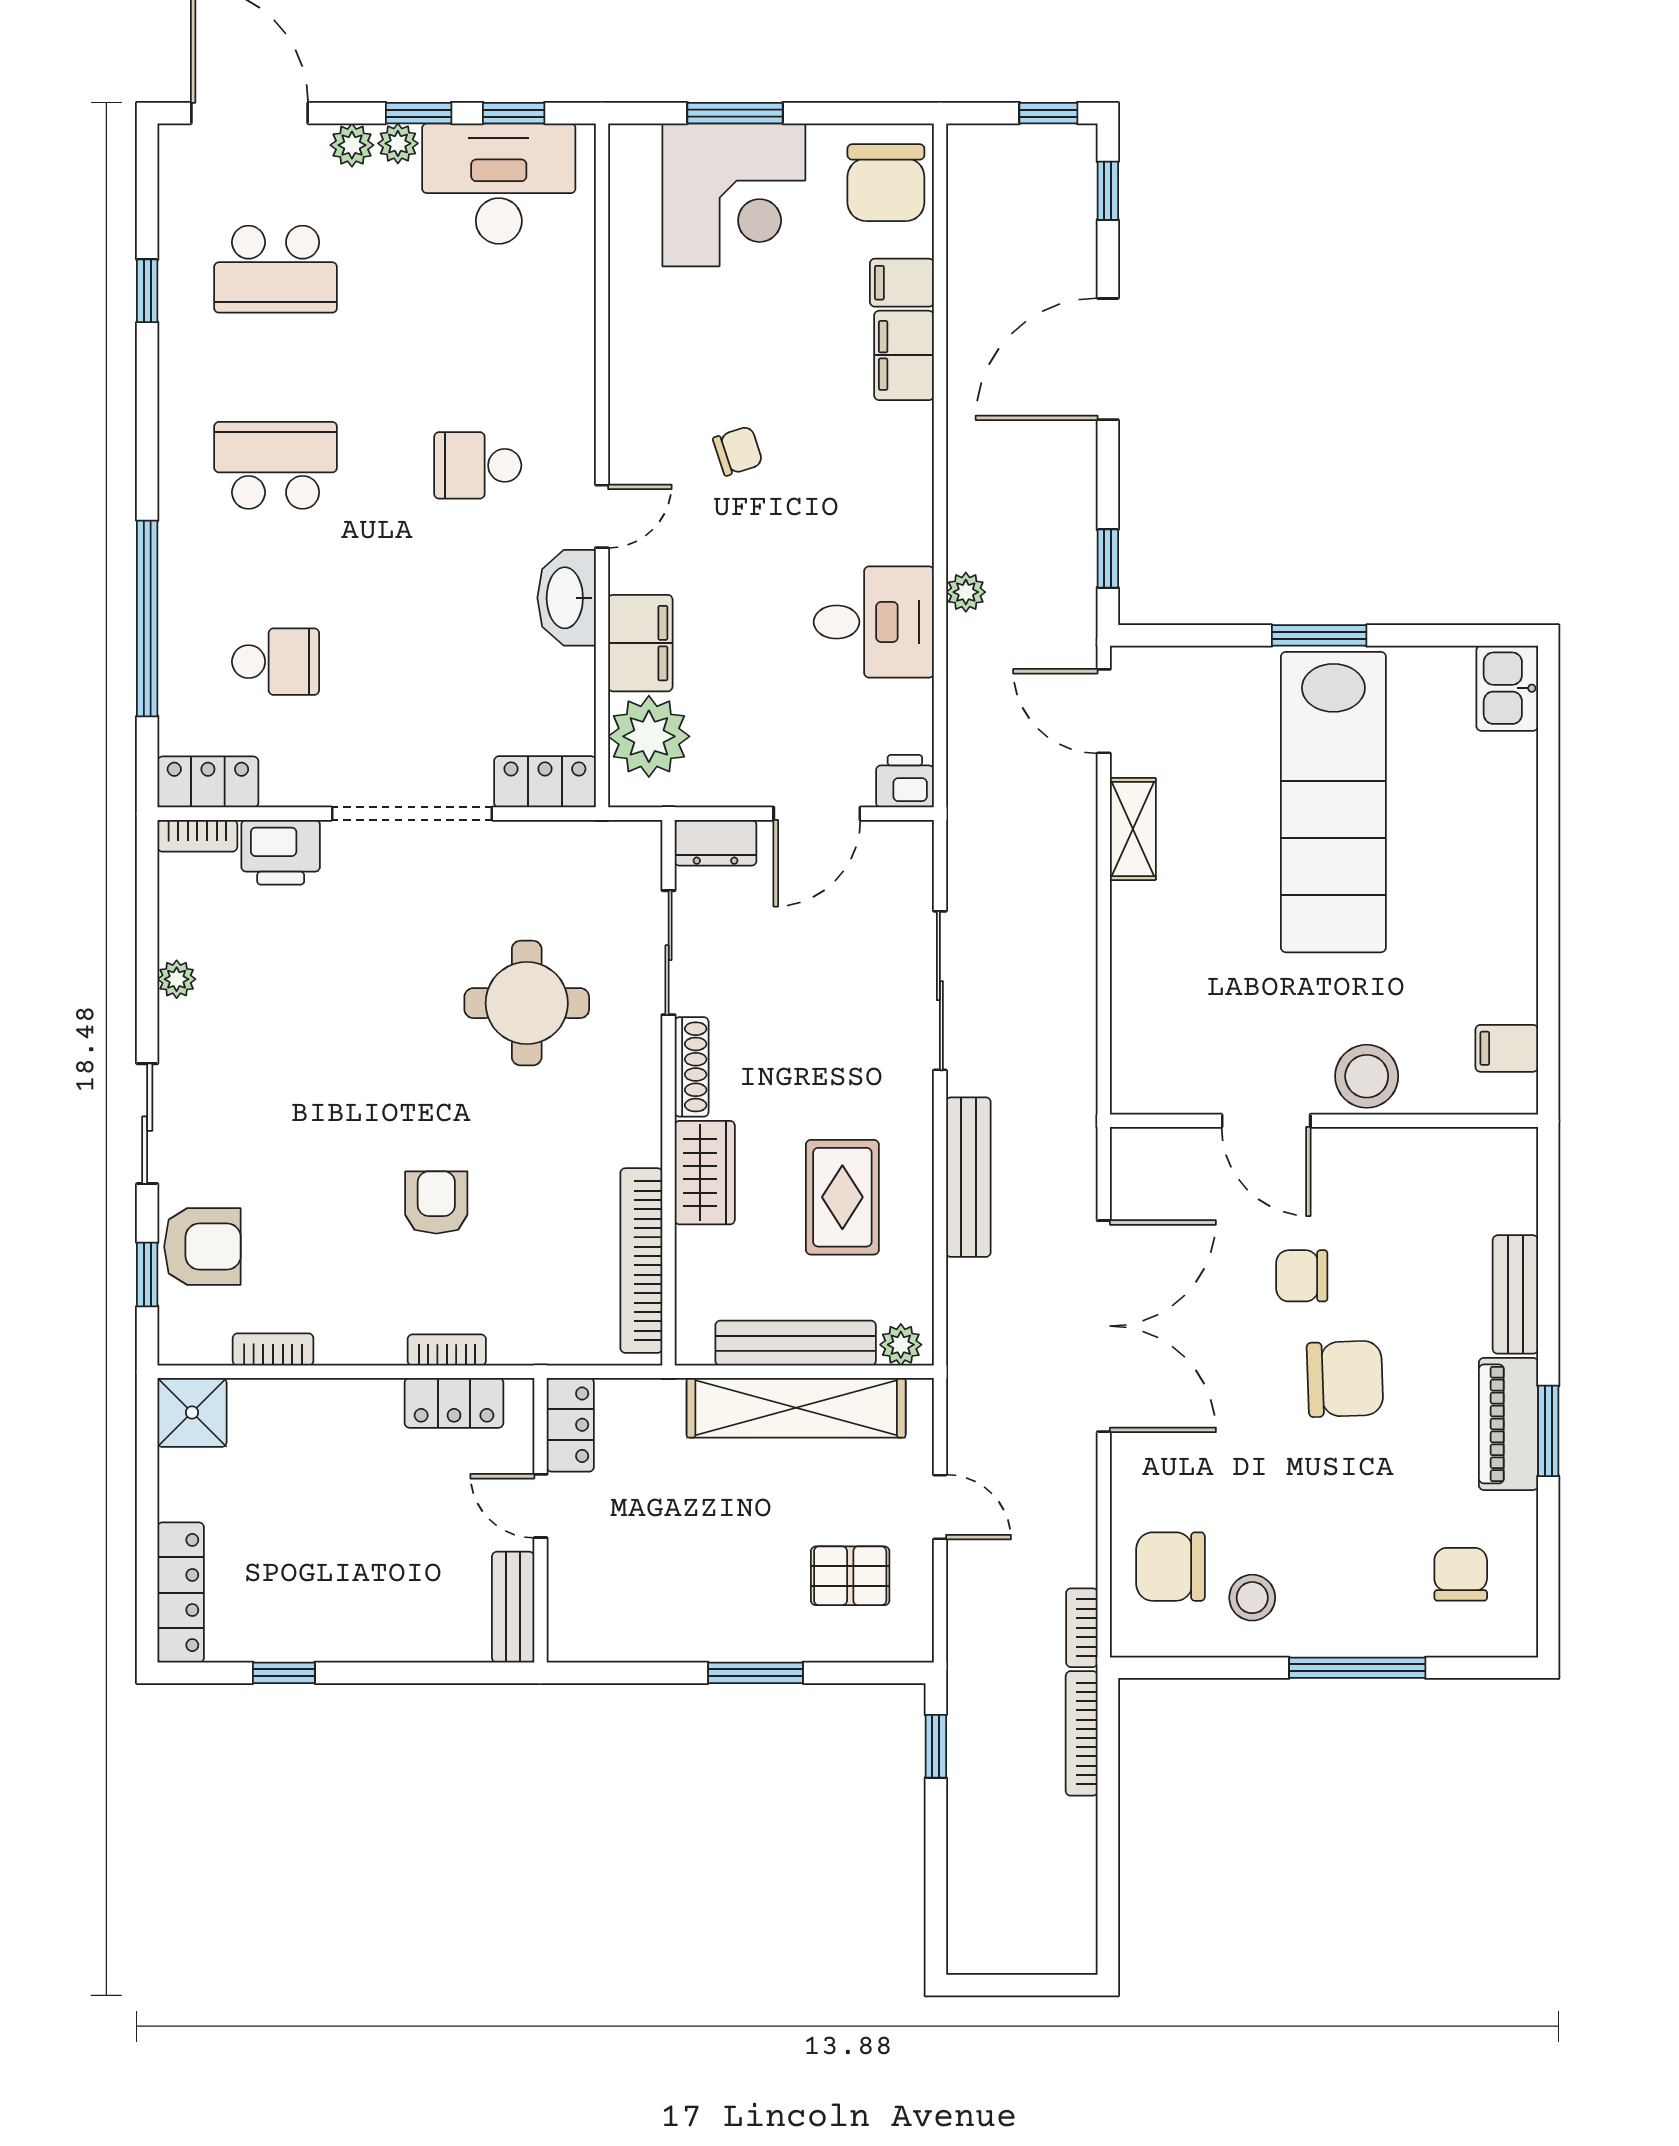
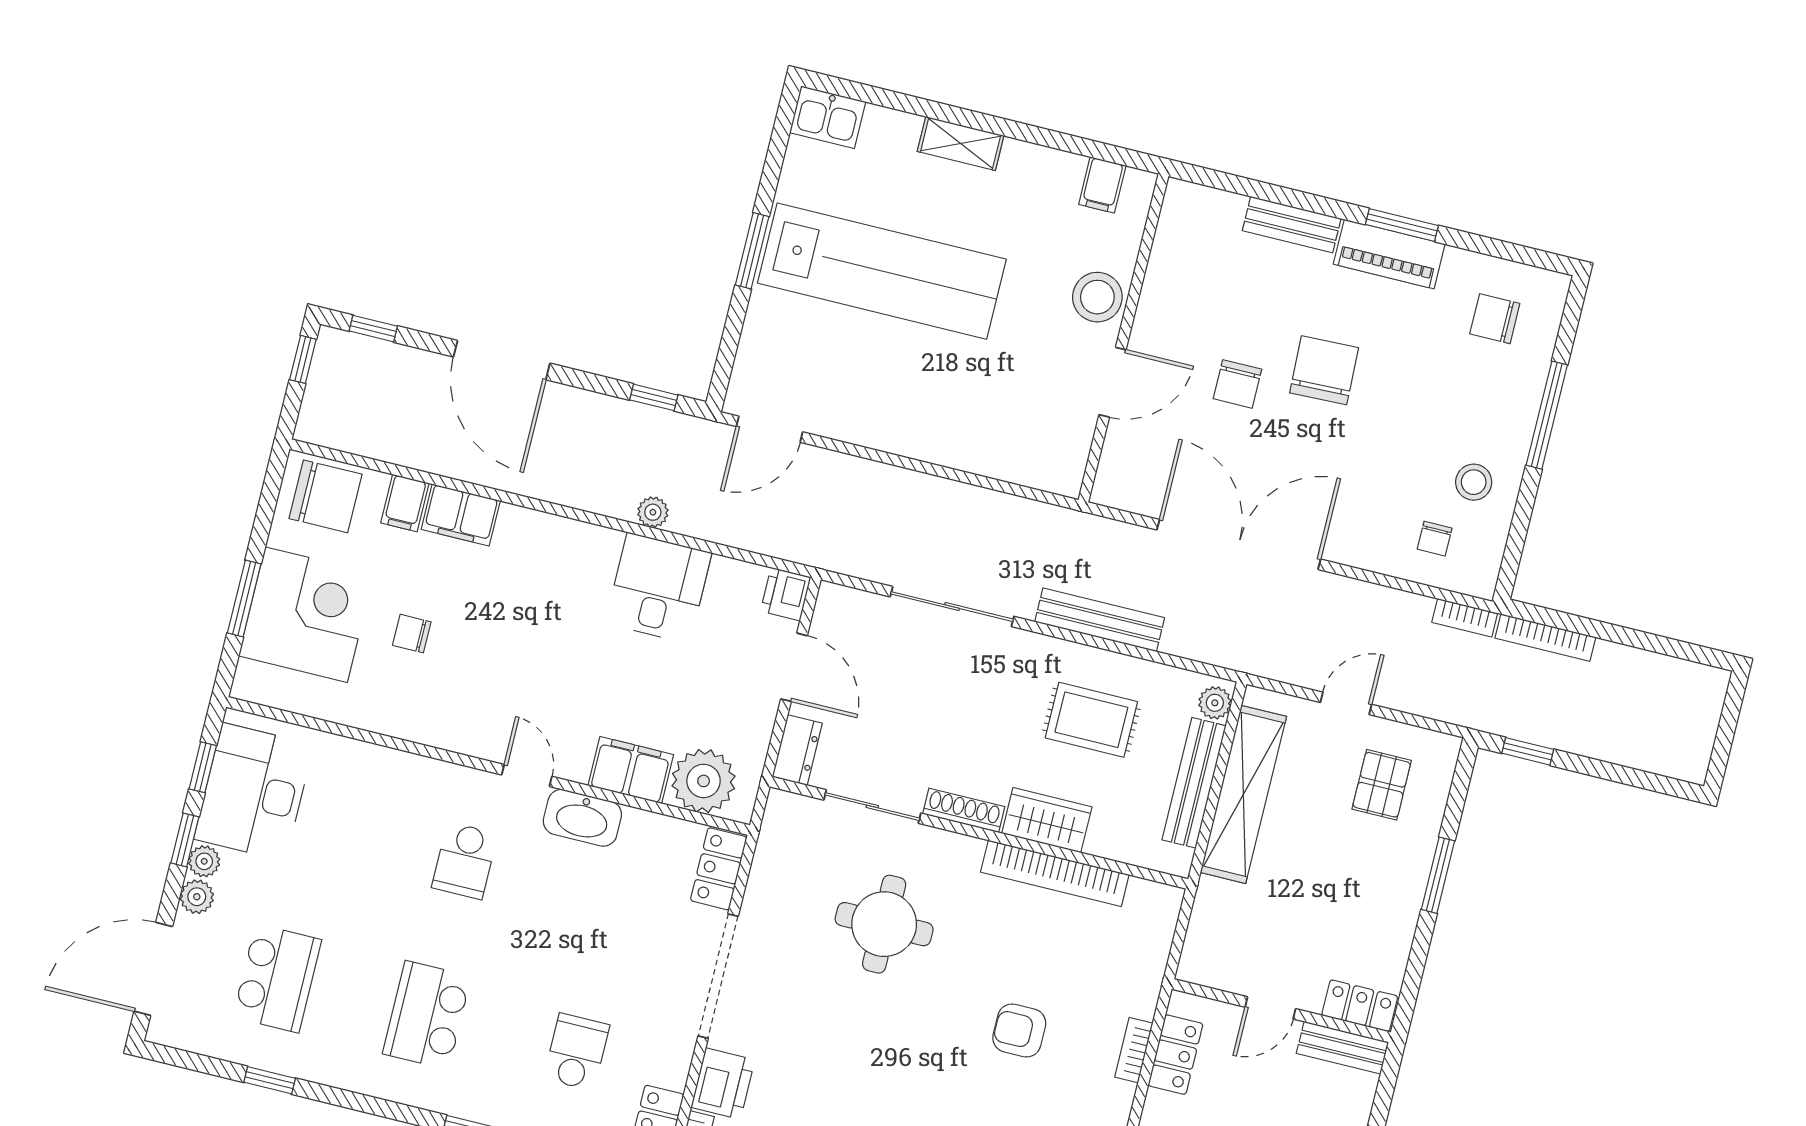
chair: (738, 451) -> (412, 634), moved, turned -72
shelving: (1133, 829) -> (961, 144), moved
bookcase: (641, 1261) -> (1055, 873), moved
locker: (570, 1425) -> (1360, 1006), moved
chair: (1170, 1567) -> (1435, 539), width x0.54, depth x0.54

